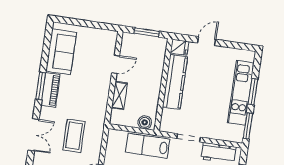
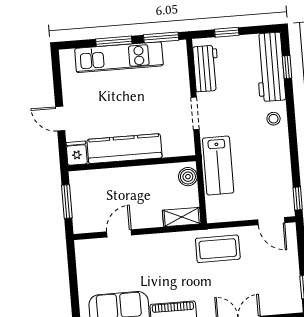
door: (116, 64) -> (119, 233), hinge flipped
shelving: (119, 95) -> (182, 217), moved
coffee table: (74, 136) -> (218, 249), moved

